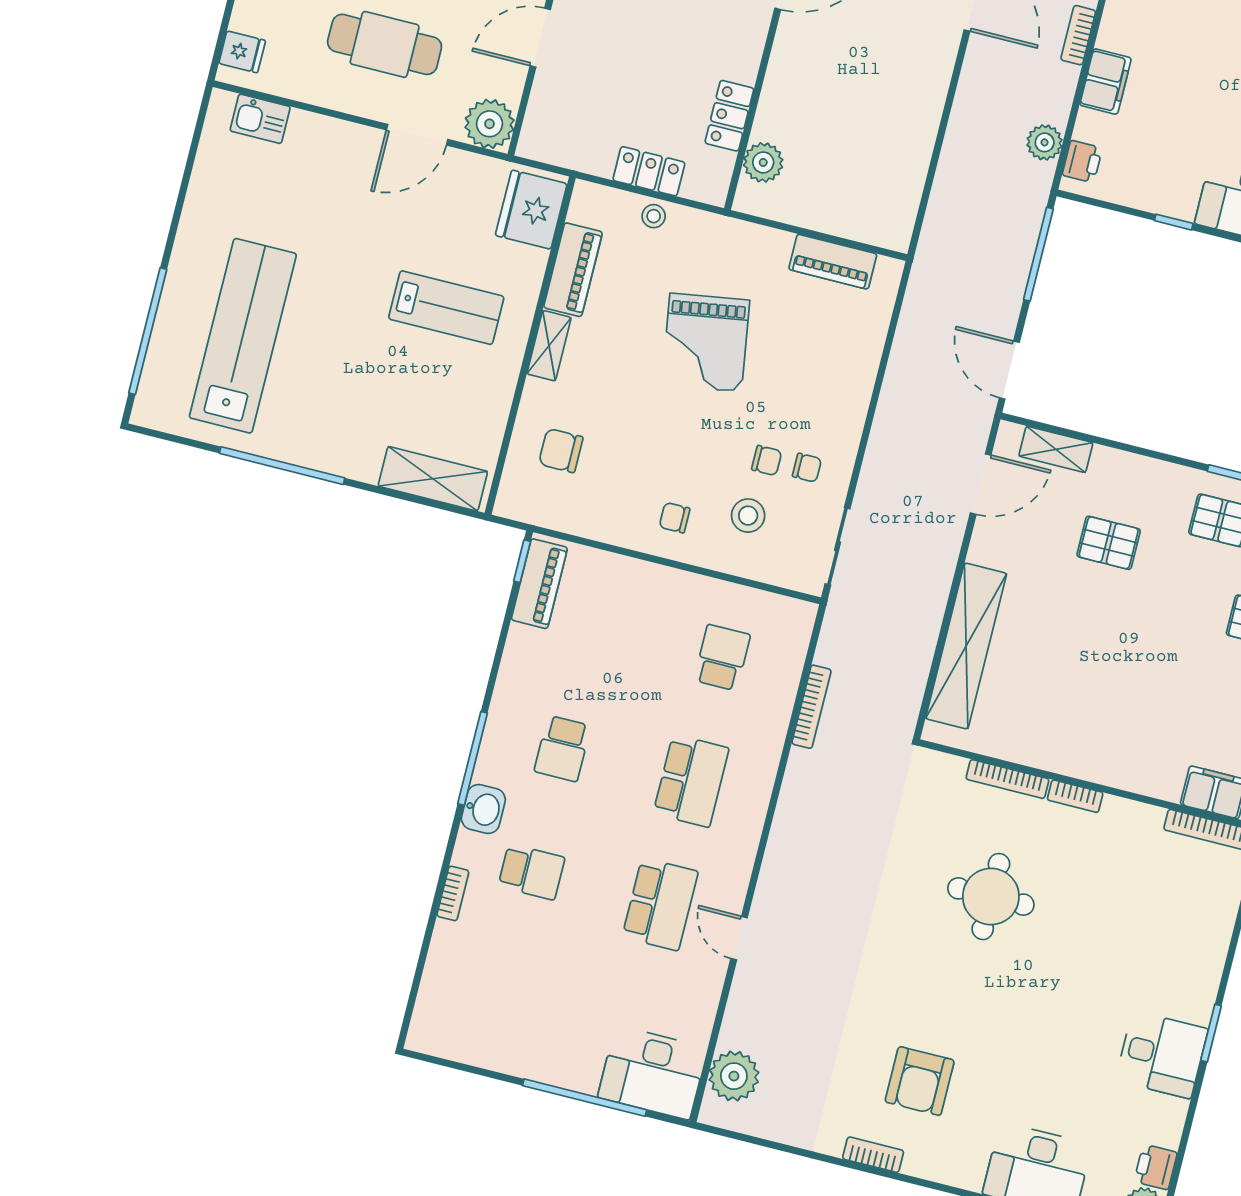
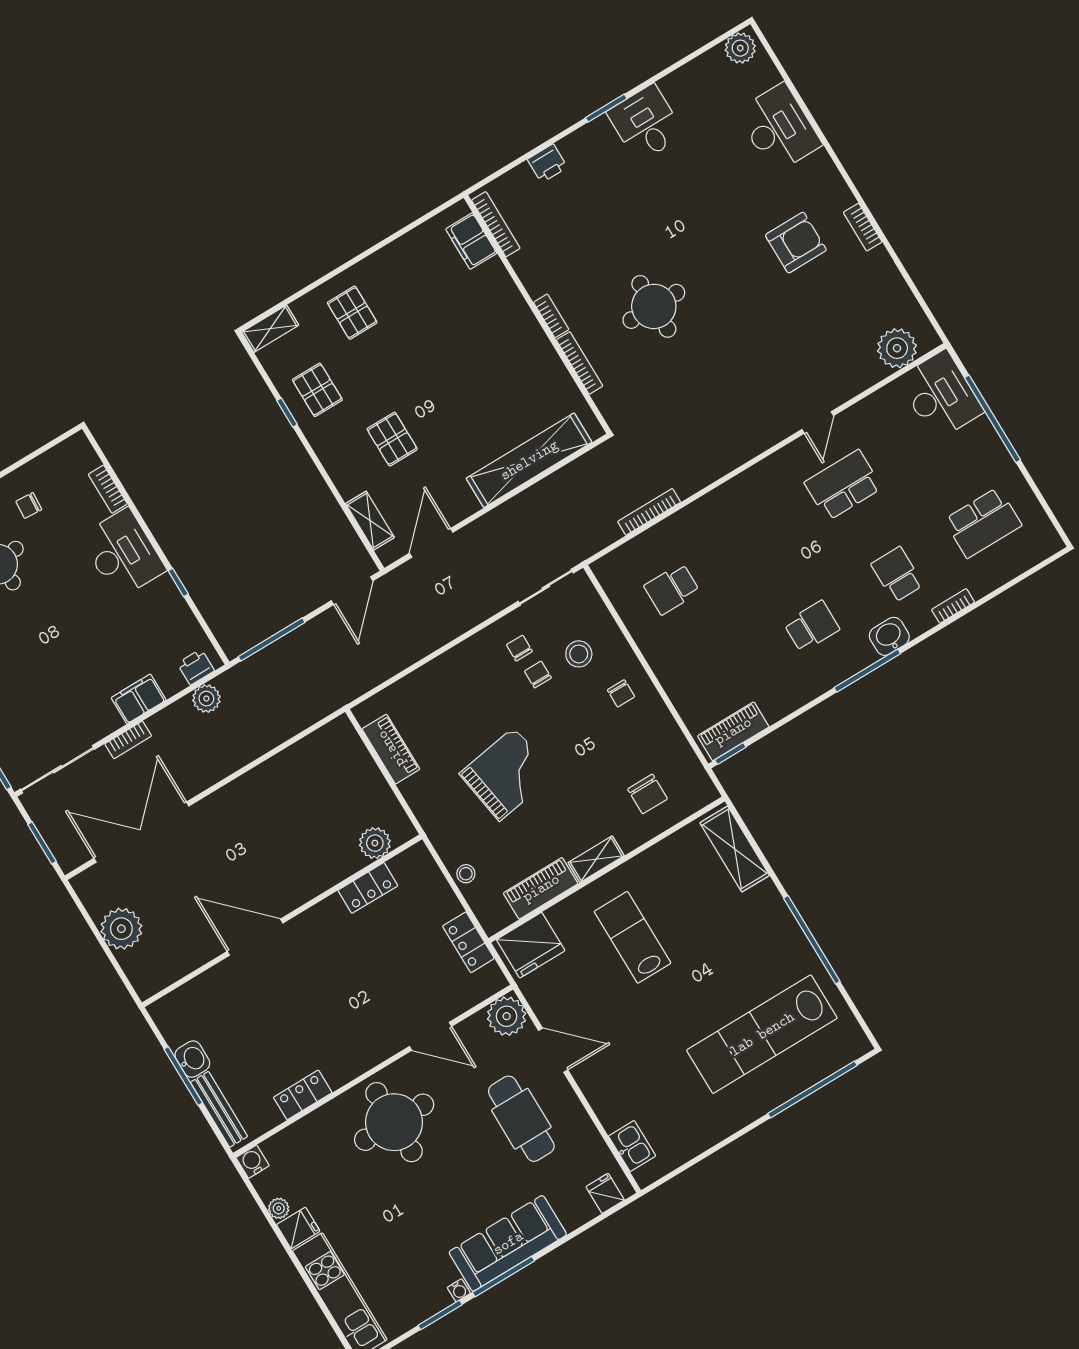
locker: (649, 171) -> (468, 942), moved
door: (981, 484) -> (431, 543), hinge flipped
school desk: (691, 781) -> (983, 523), moved, turned 180
printer: (1156, 1167) -> (547, 163), moved

